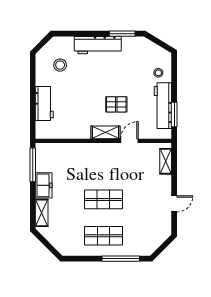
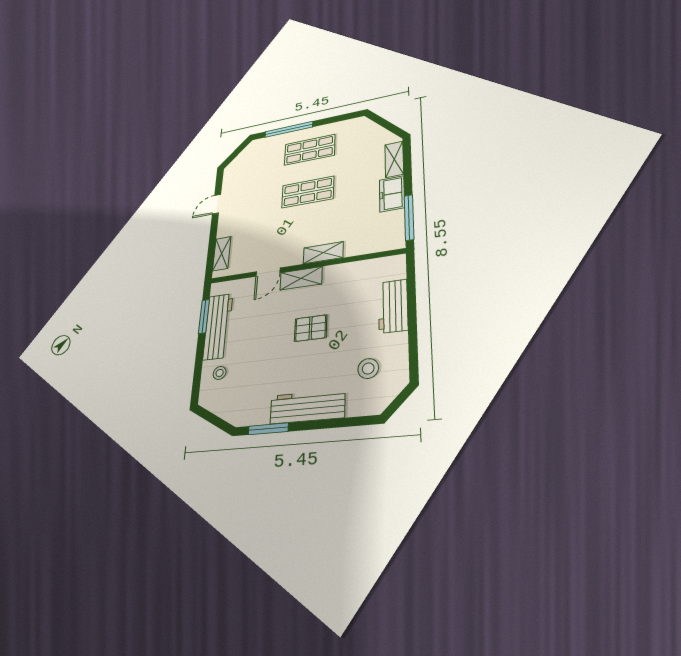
pallet: (116, 104) -> (311, 328), moved
shelving: (91, 149) -> (323, 253), added

